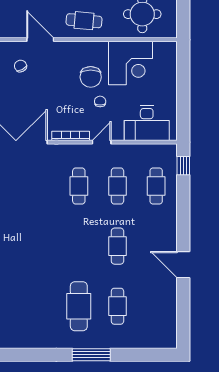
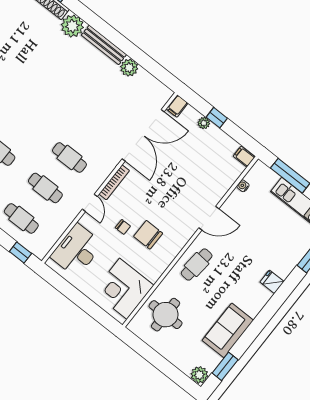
corner desk: (130, 63) -> (123, 289), moved
chair: (21, 66) -> (200, 186), removed

